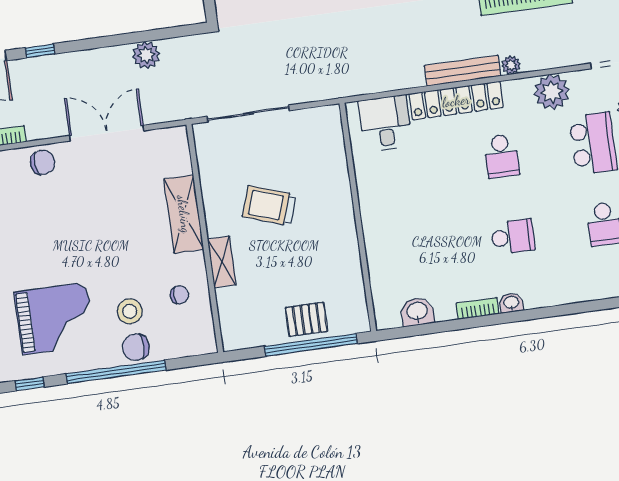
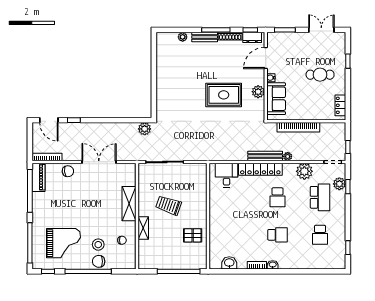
plant: (146, 55) -> (145, 129), moved
pallet: (306, 319) -> (193, 235), moved

